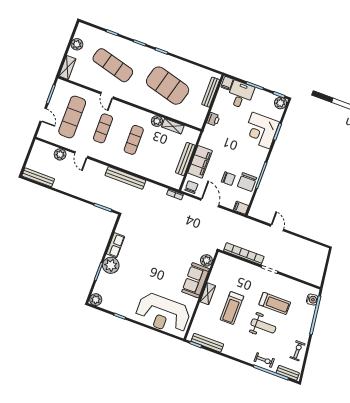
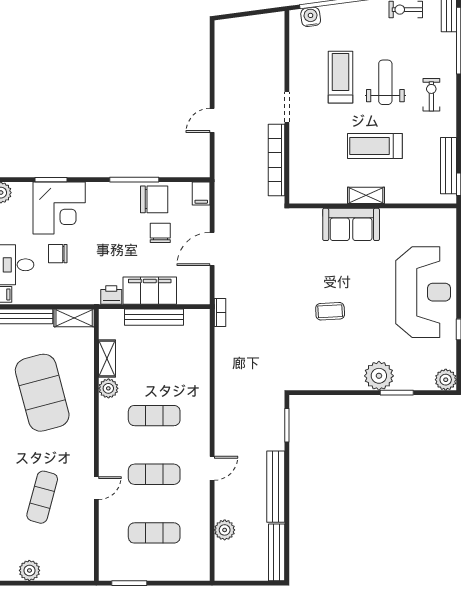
exercise mat: (113, 65) -> (42, 497), width x0.73, depth x0.69
shelving: (67, 67) -> (74, 318), moved
exercise mat: (168, 86) -> (42, 393), turned -30
door: (43, 115) -> (169, 583), removed
exercise mat: (72, 117) -> (154, 533), width x0.73, depth x0.69
printer: (213, 119) -> (111, 295), moved
door: (81, 155) -> (212, 468), moved
bench: (125, 178) -> (276, 487), moved
chair: (191, 187) -> (58, 254), moved
row of seats: (115, 245) -> (342, 380), removed
coffee table: (154, 252) -> (330, 311), added
plant: (206, 260) -> (311, 219), removed
treadmill: (232, 308) -> (375, 146), turned 180
reception desk: (163, 314) -> (423, 292), moved
exercise bike: (264, 360) -> (431, 95), moved

